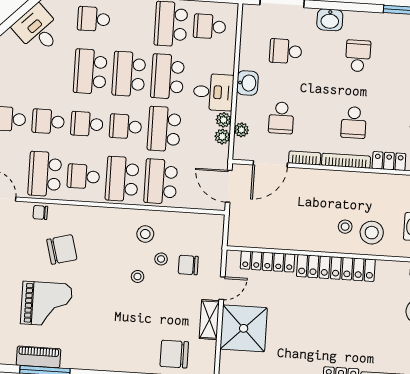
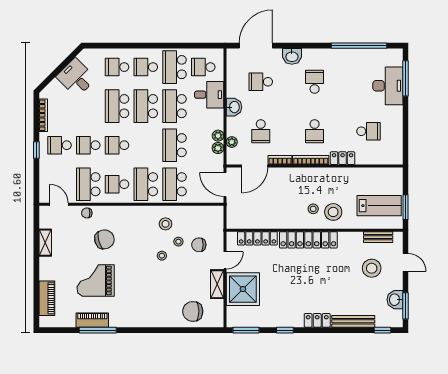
desk: (213, 92) -> (209, 95), moved
school desk: (126, 126) -> (146, 67), moved
grand piano: (46, 304) -> (96, 280), turned 180

